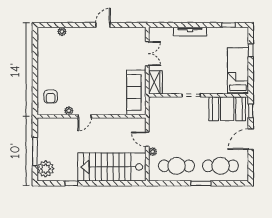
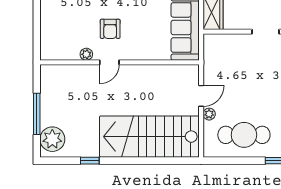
armchair: (51, 97) -> (110, 29), moved
door: (147, 139) -> (201, 96), swing flipped

